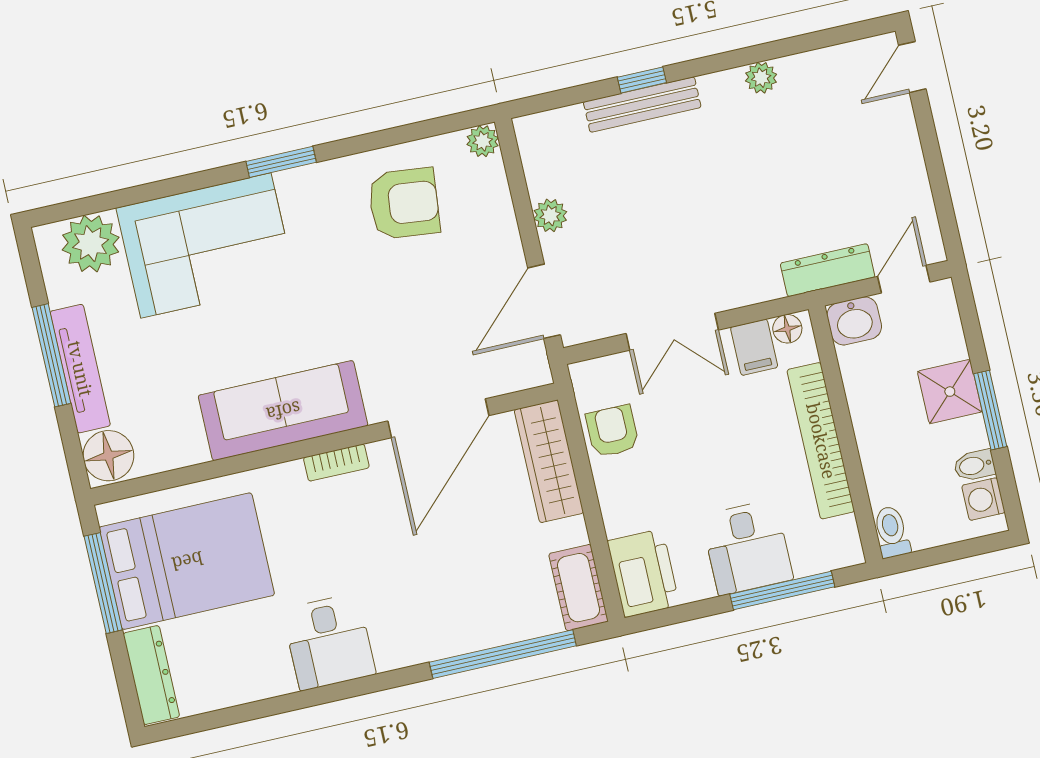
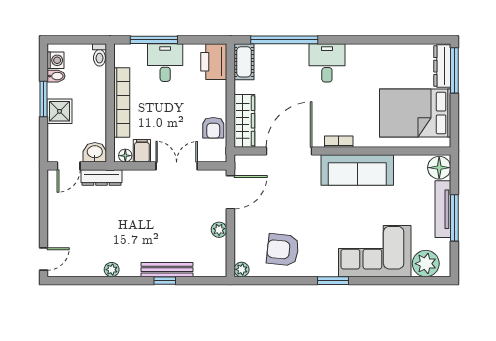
window: (103, 583) -> (454, 70), moved
desk: (329, 642) -> (327, 63), moved

